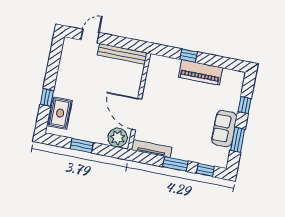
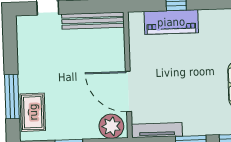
piano: (201, 72) -> (171, 22), moved
window: (47, 97) -> (12, 97), width x2.17

